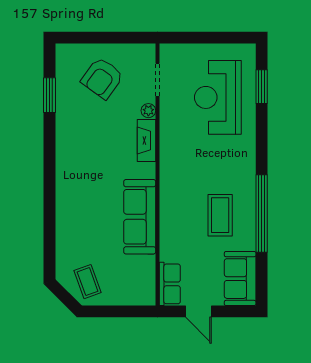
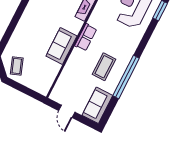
sofa: (140, 217) -> (61, 46), width x0.73
row of seats: (170, 284) -> (86, 37), moved

